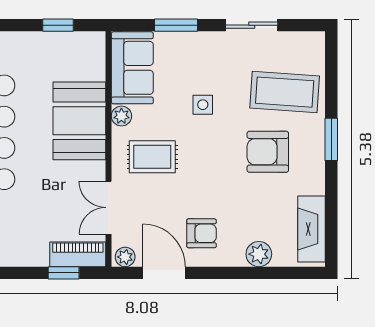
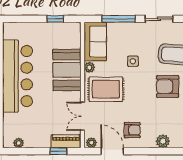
window: (176, 25) -> (119, 19), width x1.44
rug: (152, 157) -> (106, 89), width x1.36, depth x1.43

